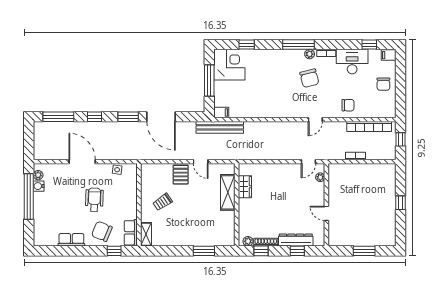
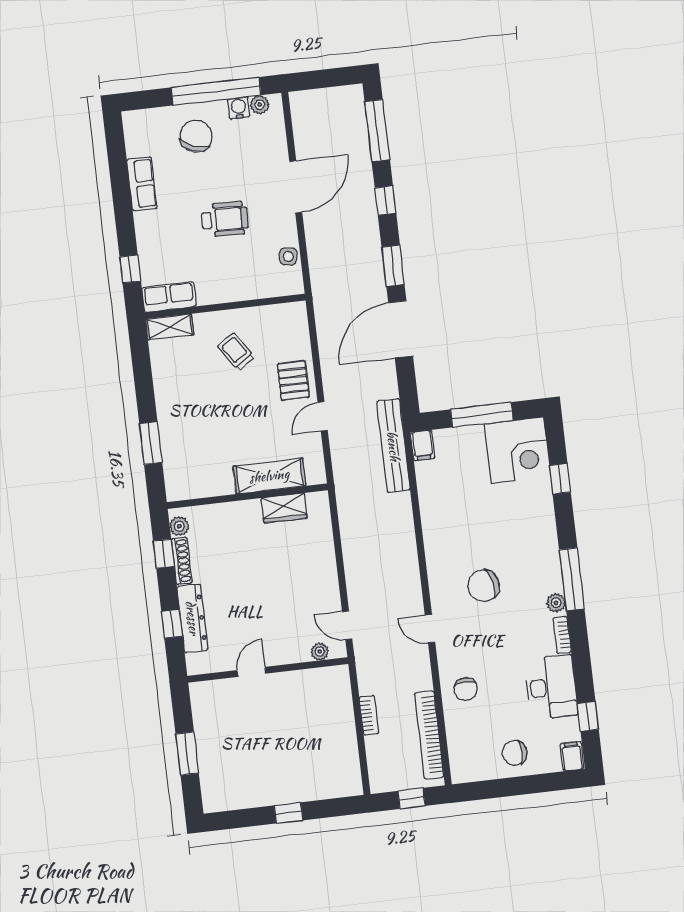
chair: (309, 78) -> (484, 586), moved
pallet: (181, 175) -> (293, 381), turned 90
chair: (102, 231) -> (196, 136), moved

